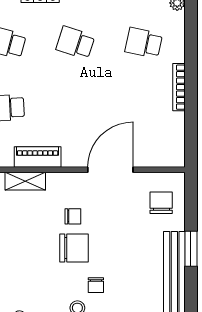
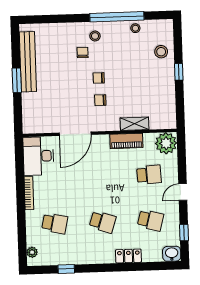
desk: (164, 140) -> (38, 156), added
chair: (161, 203) -> (39, 112), removed
chair: (74, 248) -> (99, 78), width x0.54, depth x0.54

